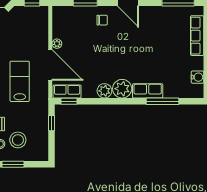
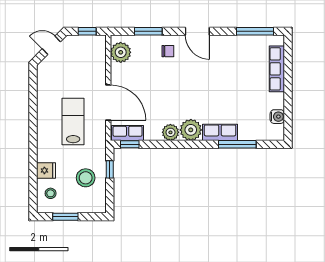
plant: (57, 44) -> (121, 52), moved, width x1.87, depth x1.87
stool: (18, 140) -> (86, 178), moved

